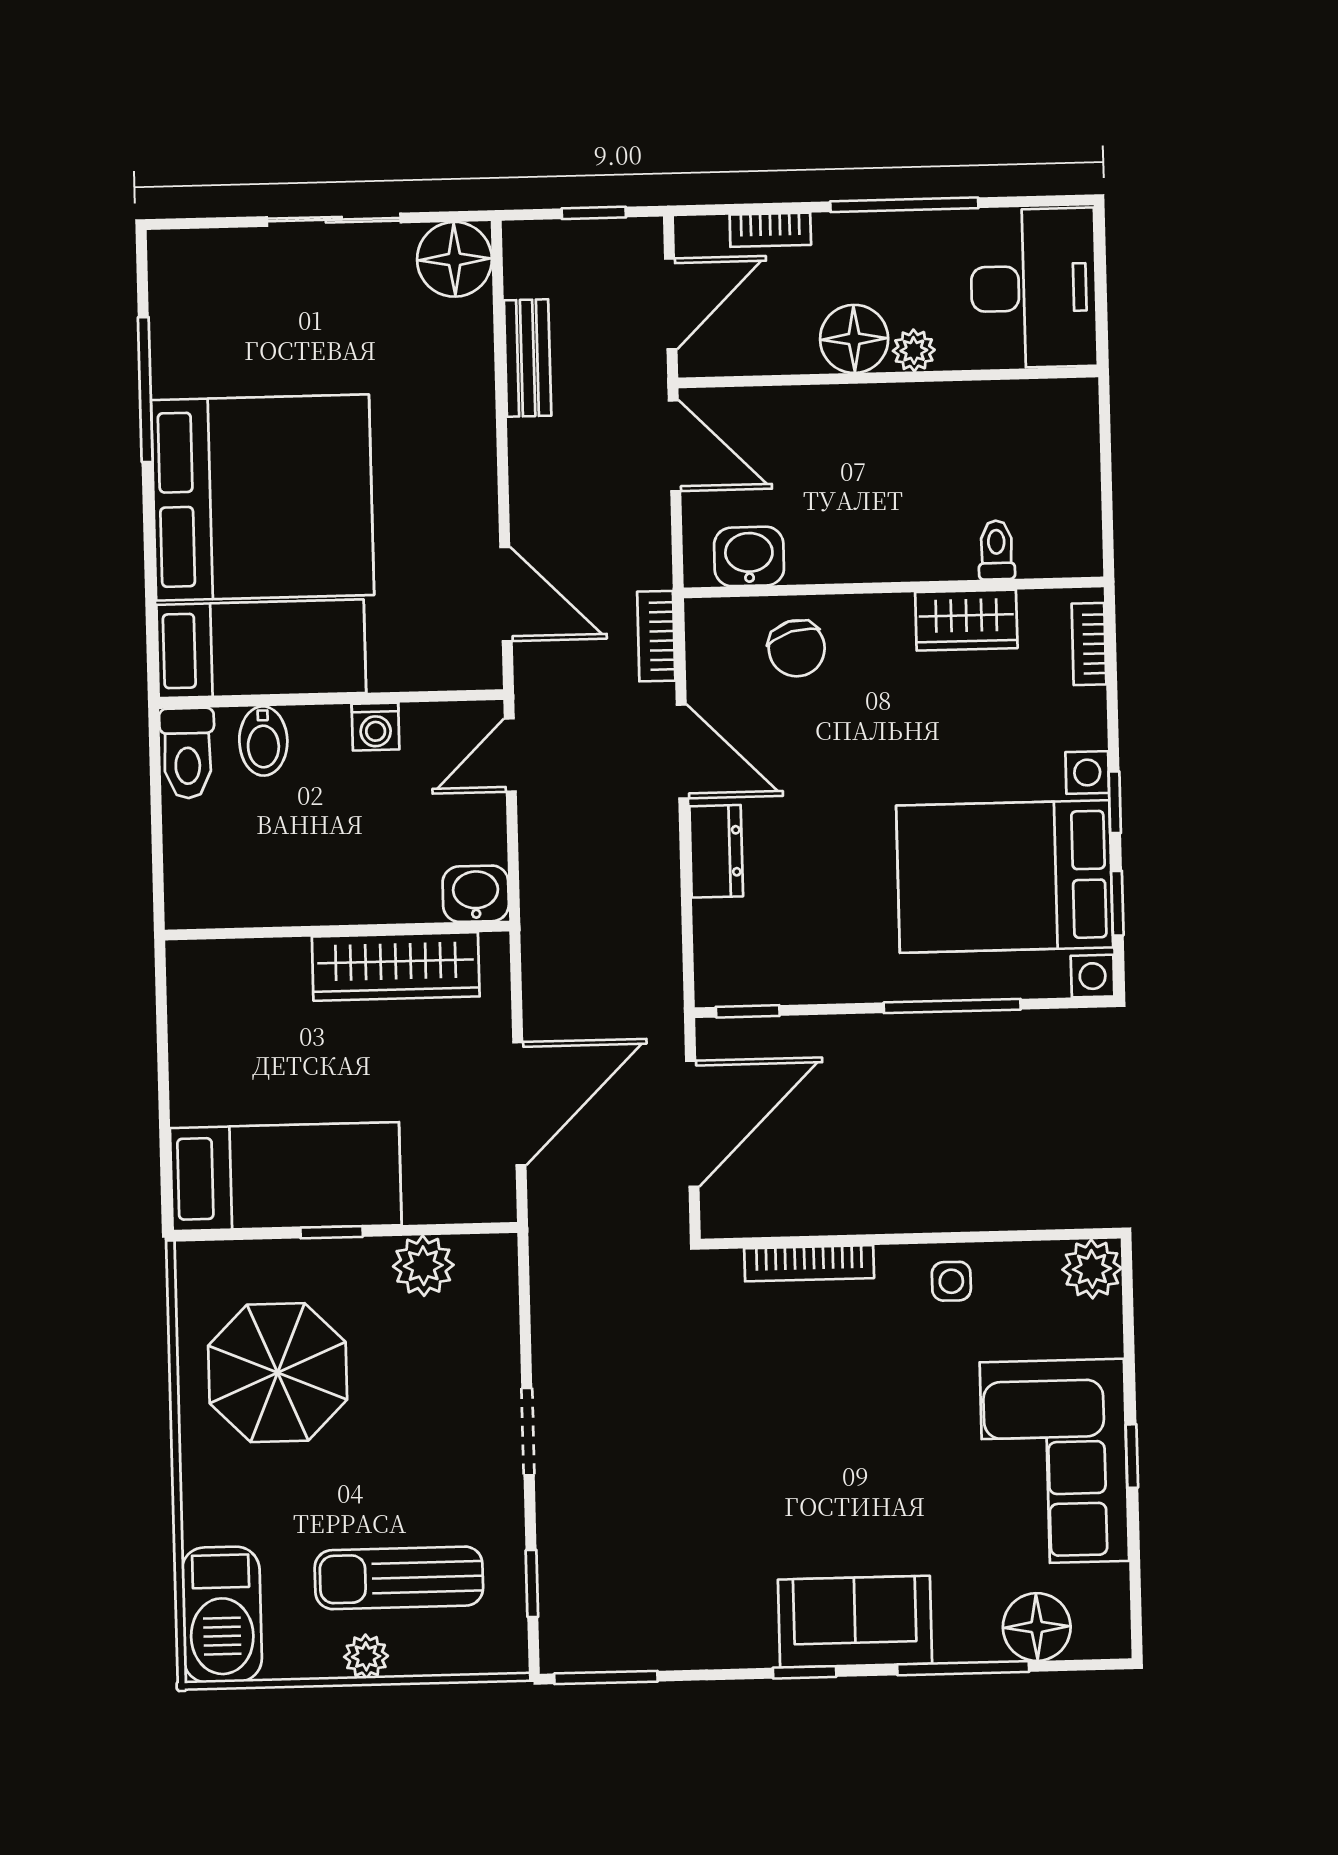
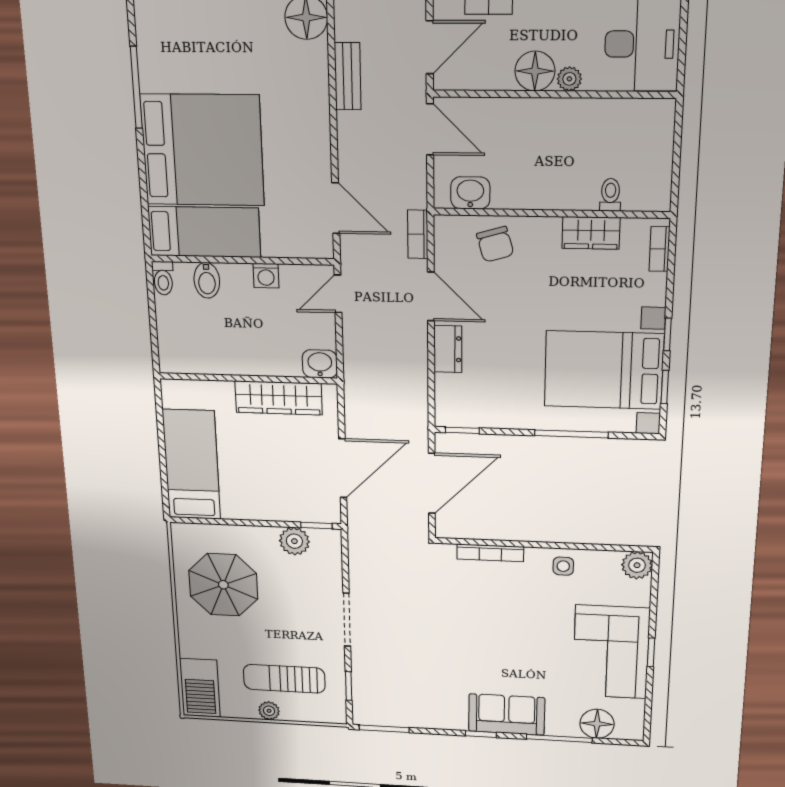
toilet: (187, 753) -> (163, 278), width x0.73, depth x0.72
bed: (286, 1177) -> (192, 465), moved, turned -90
window: (332, 1232) -> (316, 526), moved
doorway: (528, 1432) -> (347, 620), width x1.38

